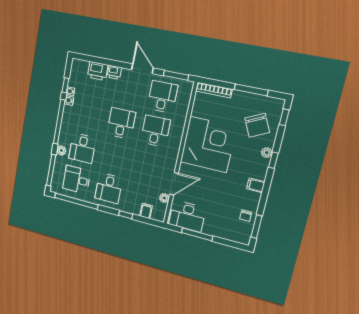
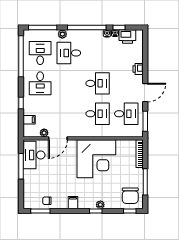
printer: (98, 71) -> (127, 37), moved, turned -90
chair: (257, 125) -> (130, 196), moved, turned -64
door: (174, 184) -> (58, 138), hinge flipped
desk: (109, 188) -> (40, 83), turned -90

